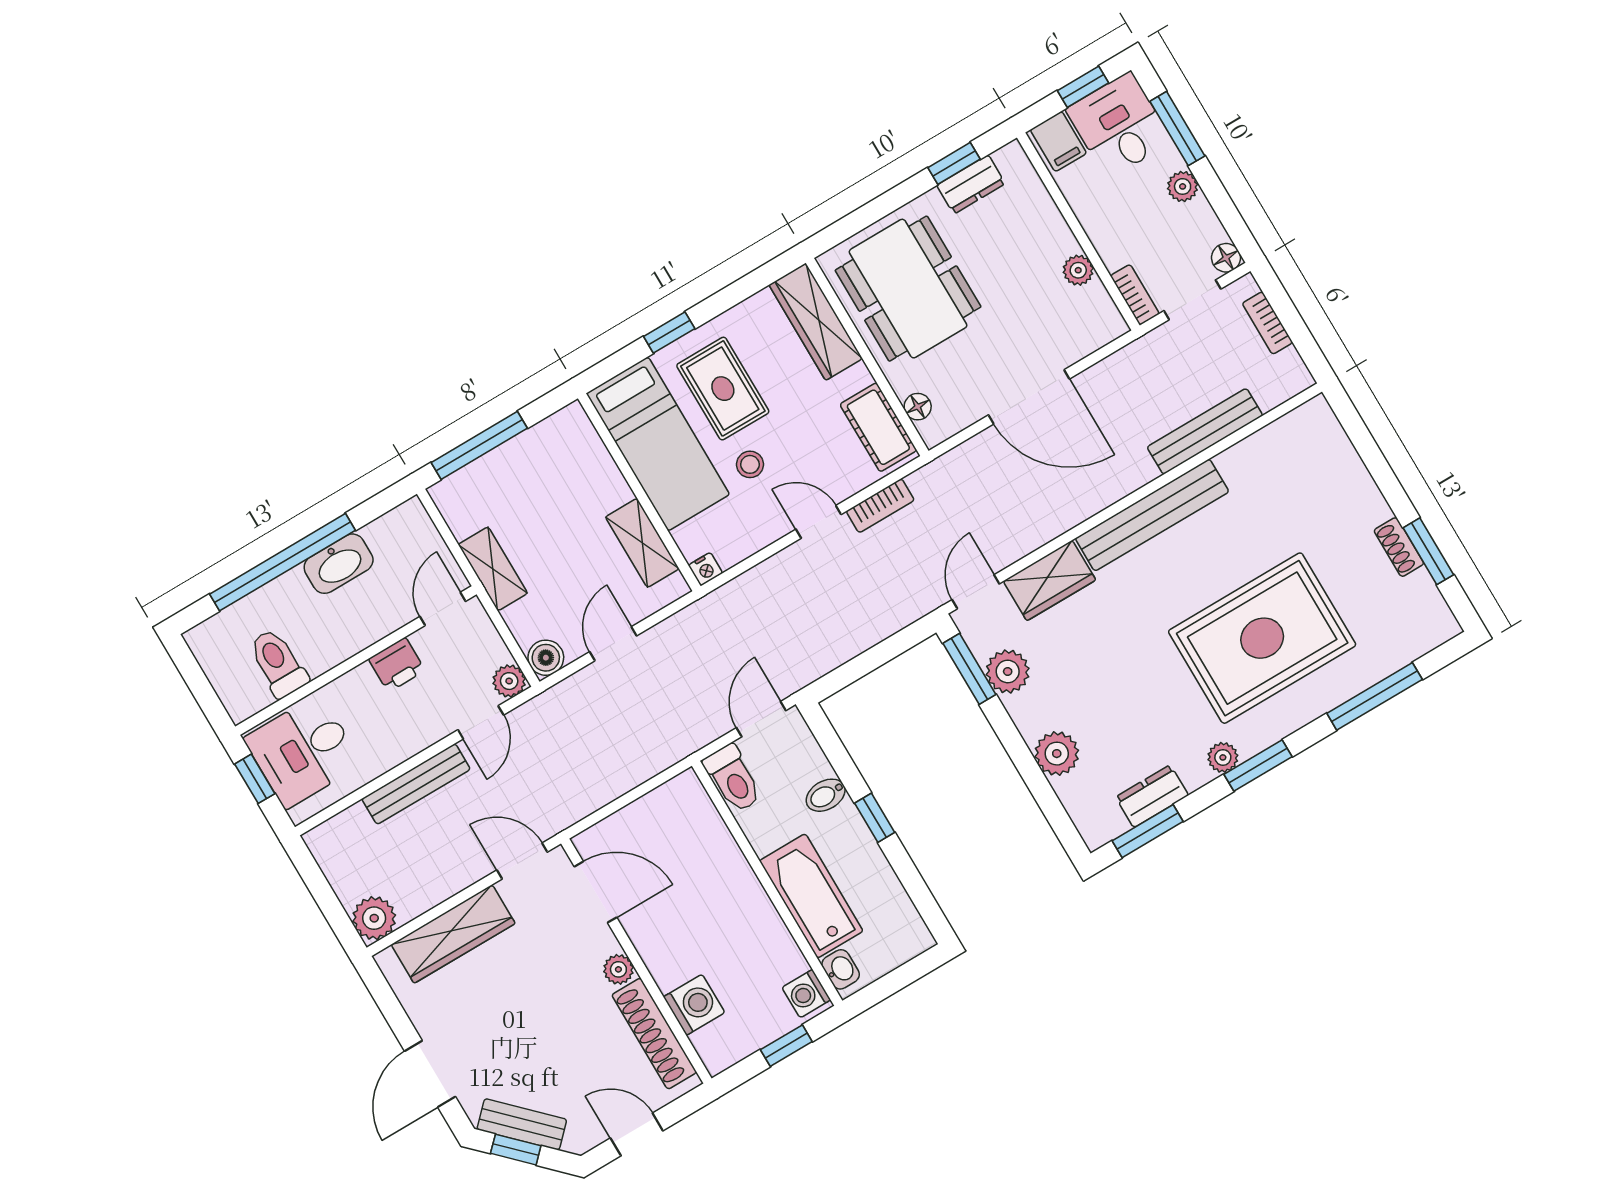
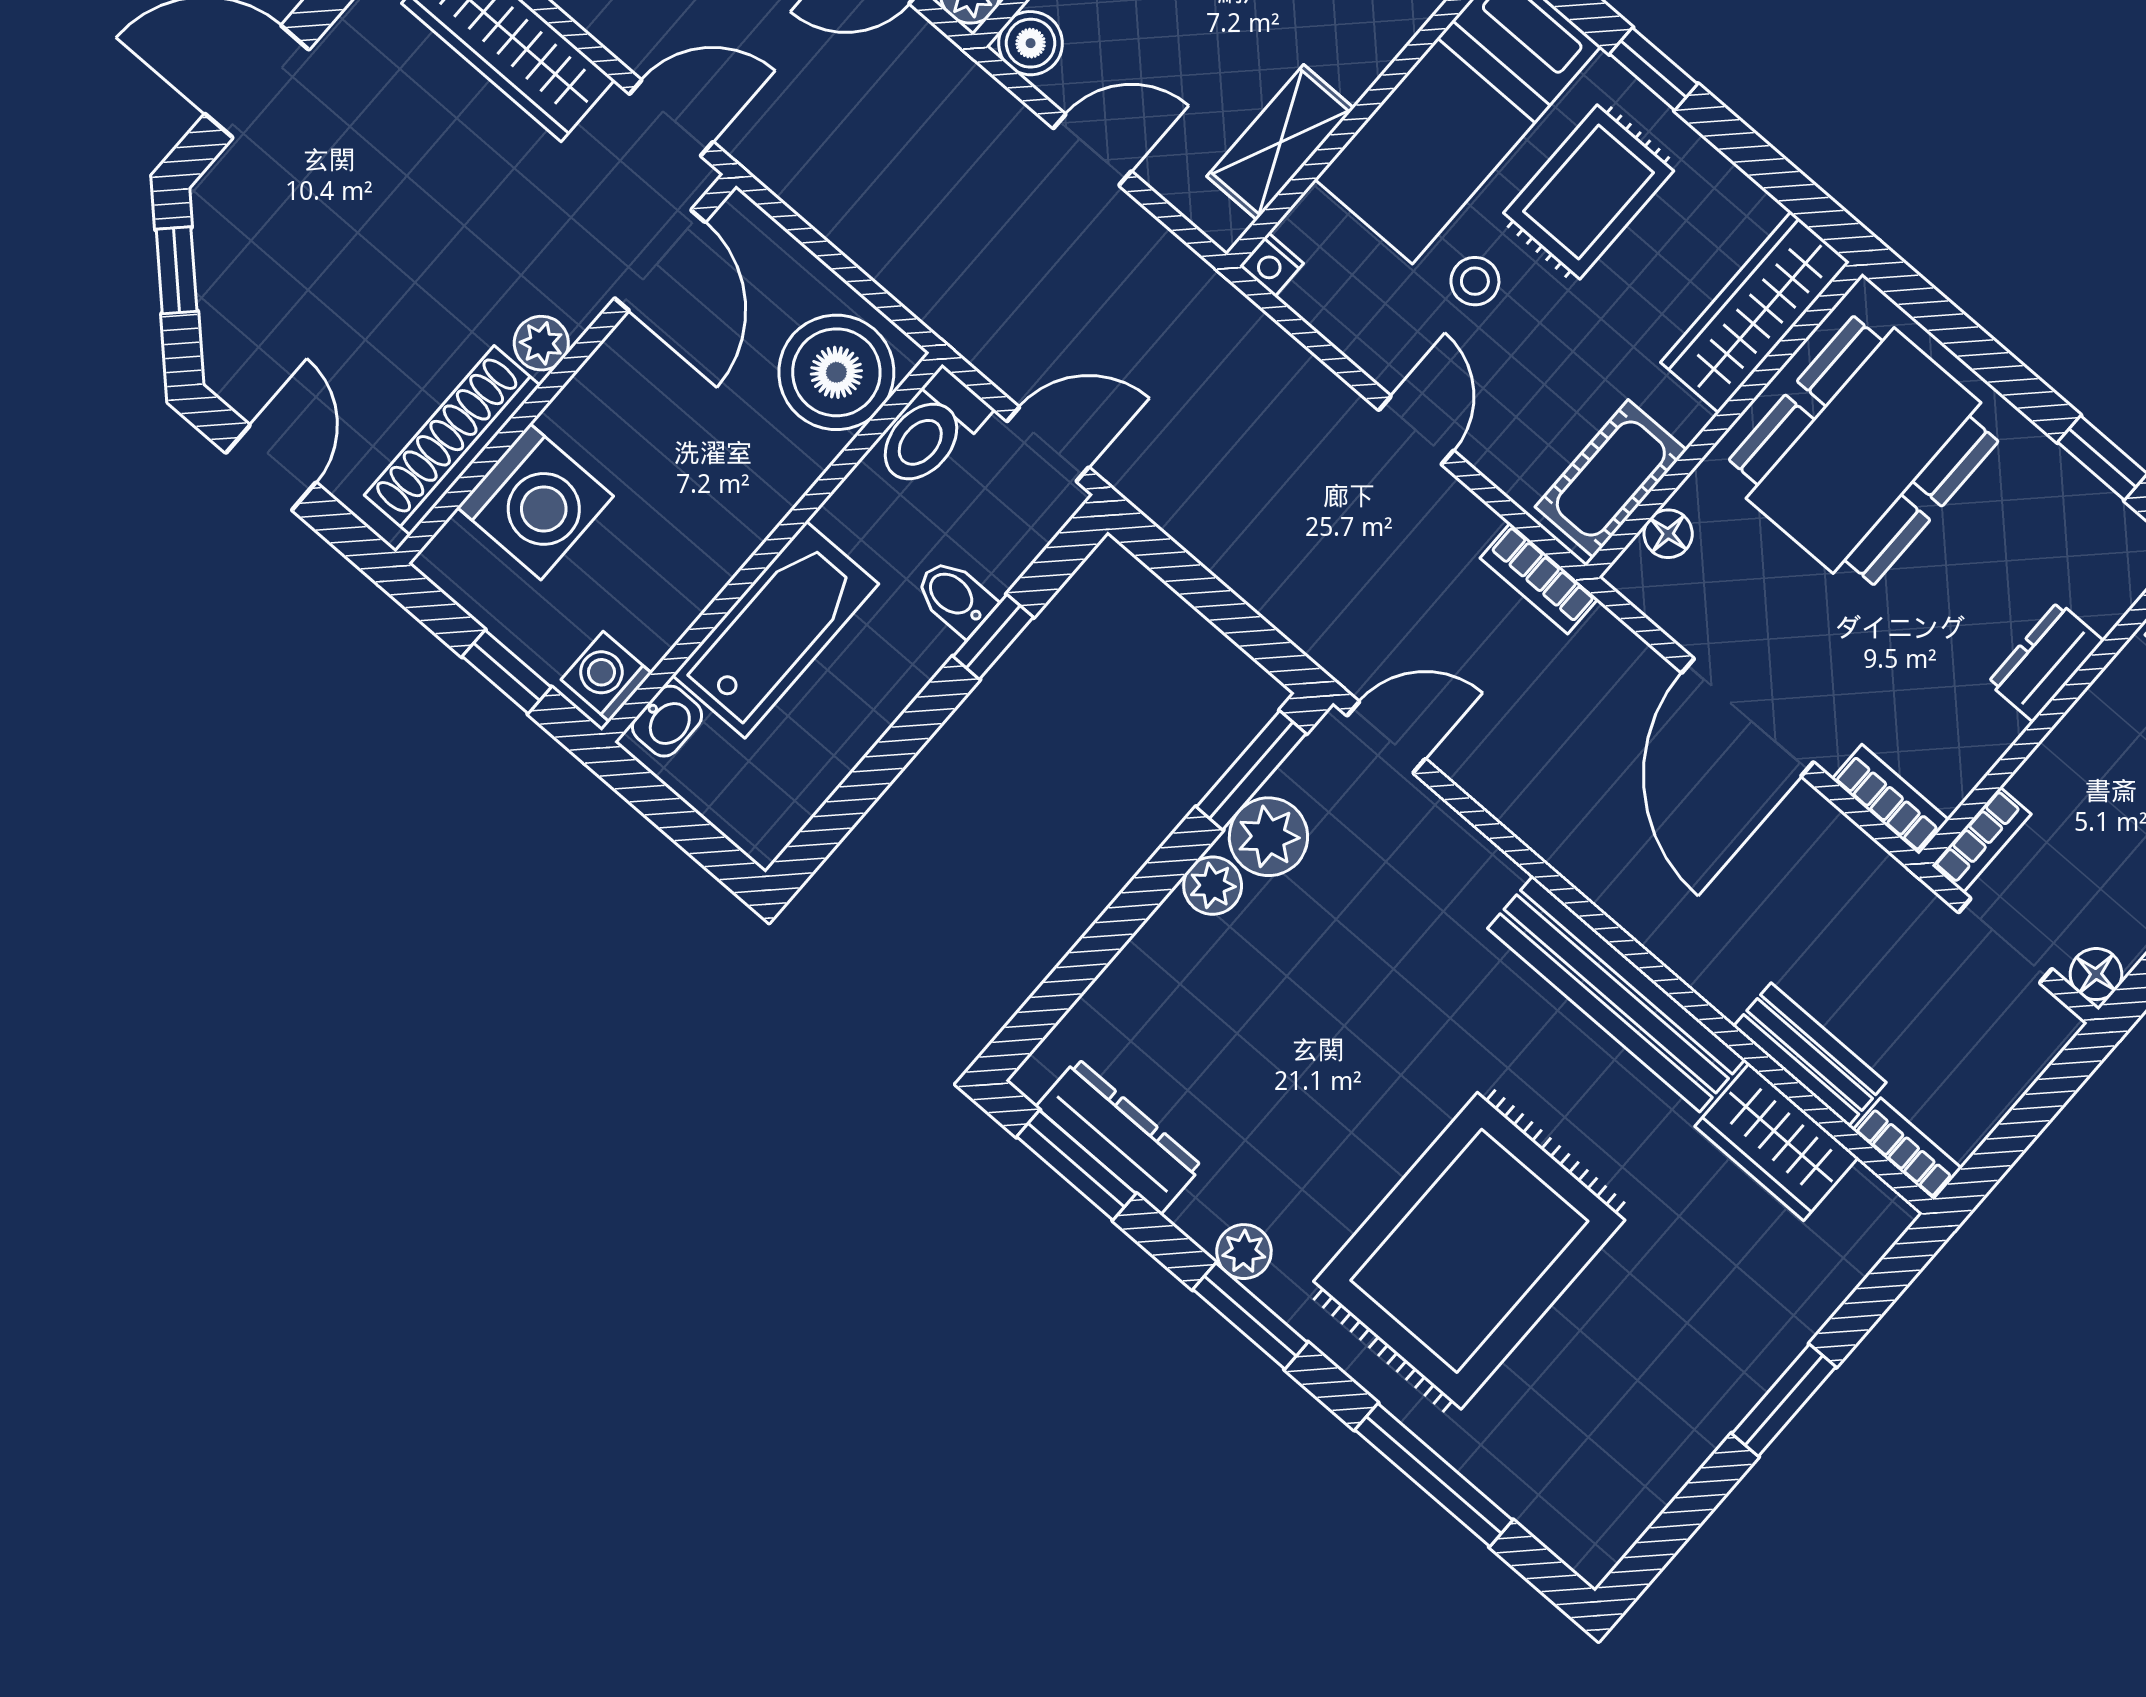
dresser: (971, 184) -> (2046, 662), moved, turned 90
plant: (1078, 270) -> (1991, 730), removed
bookcase: (1267, 323) -> (1907, 1149), moved, turned 90
bookcase: (1097, 336) -> (1890, 799), added
bench: (1205, 431) -> (1810, 1055), width x0.73
bookcase: (880, 506) -> (1539, 579), moved
shoe rack: (1399, 547) -> (1702, 1432), removed
window: (1428, 551) -> (1784, 1400), moved
wardrobe: (1049, 580) -> (1777, 1142), moved
rug: (1262, 638) -> (1469, 1251), turned 90
plant: (1057, 754) -> (1213, 886), moved, width x0.73, depth x0.73
dresser: (1152, 796) -> (1119, 1136), width x1.44
boiler: (686, 818) -> (836, 372), added
window: (875, 818) -> (993, 637), moved
door: (522, 861) -> (671, 118), hinge flipped
washing machine: (694, 1005) -> (535, 502), width x1.37, depth x1.37
bench: (522, 1124) -> (223, 266), removed

